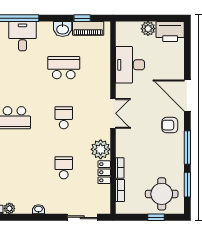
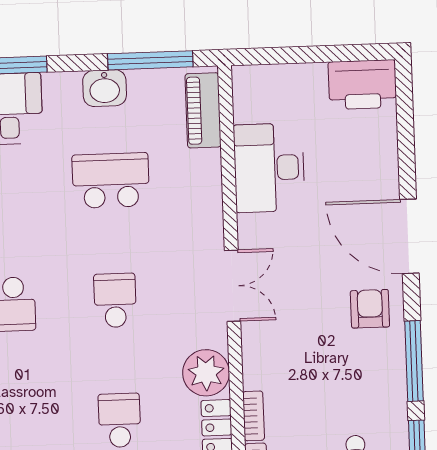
window: (82, 18) -> (150, 60), width x2.17
piano: (88, 28) -> (203, 110), moved, turned 90
plant: (148, 29) -> (309, 79), removed
armchair: (170, 125) -> (370, 309), turned 90

